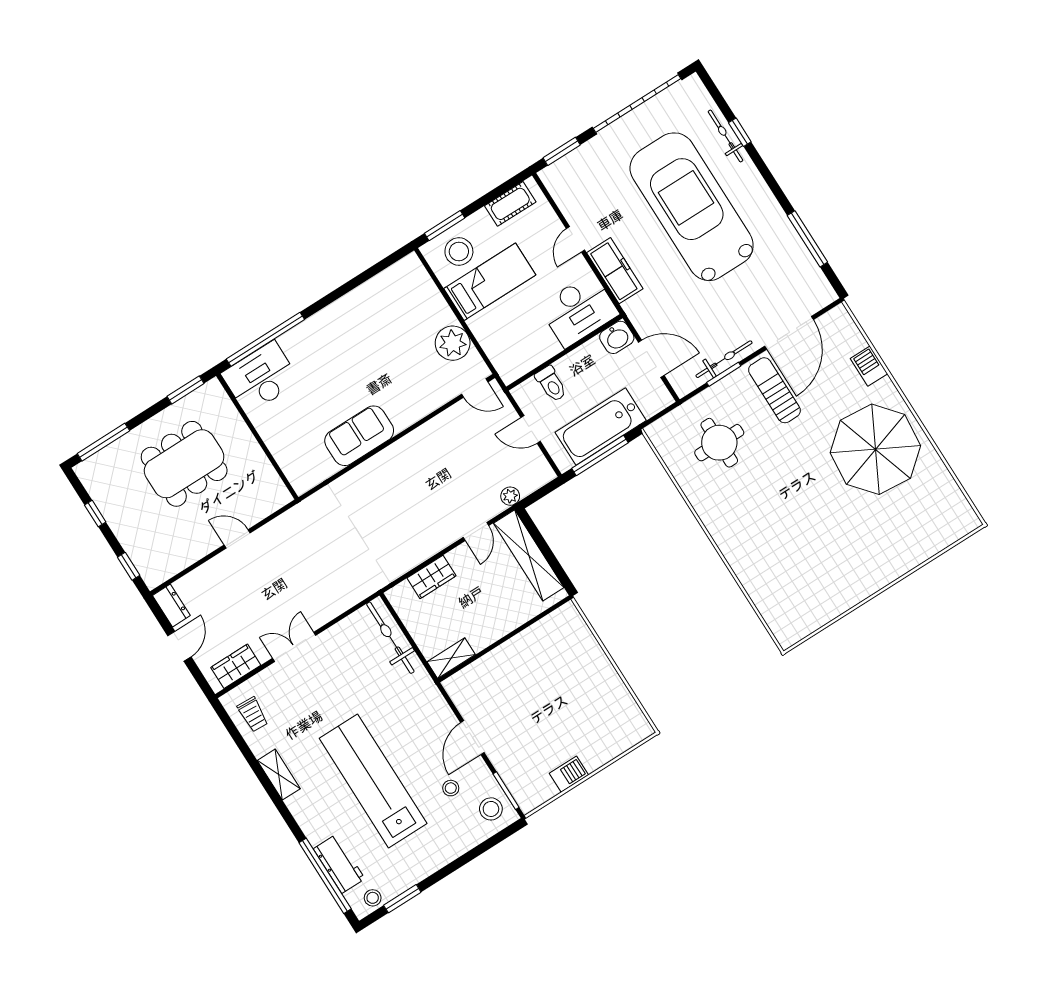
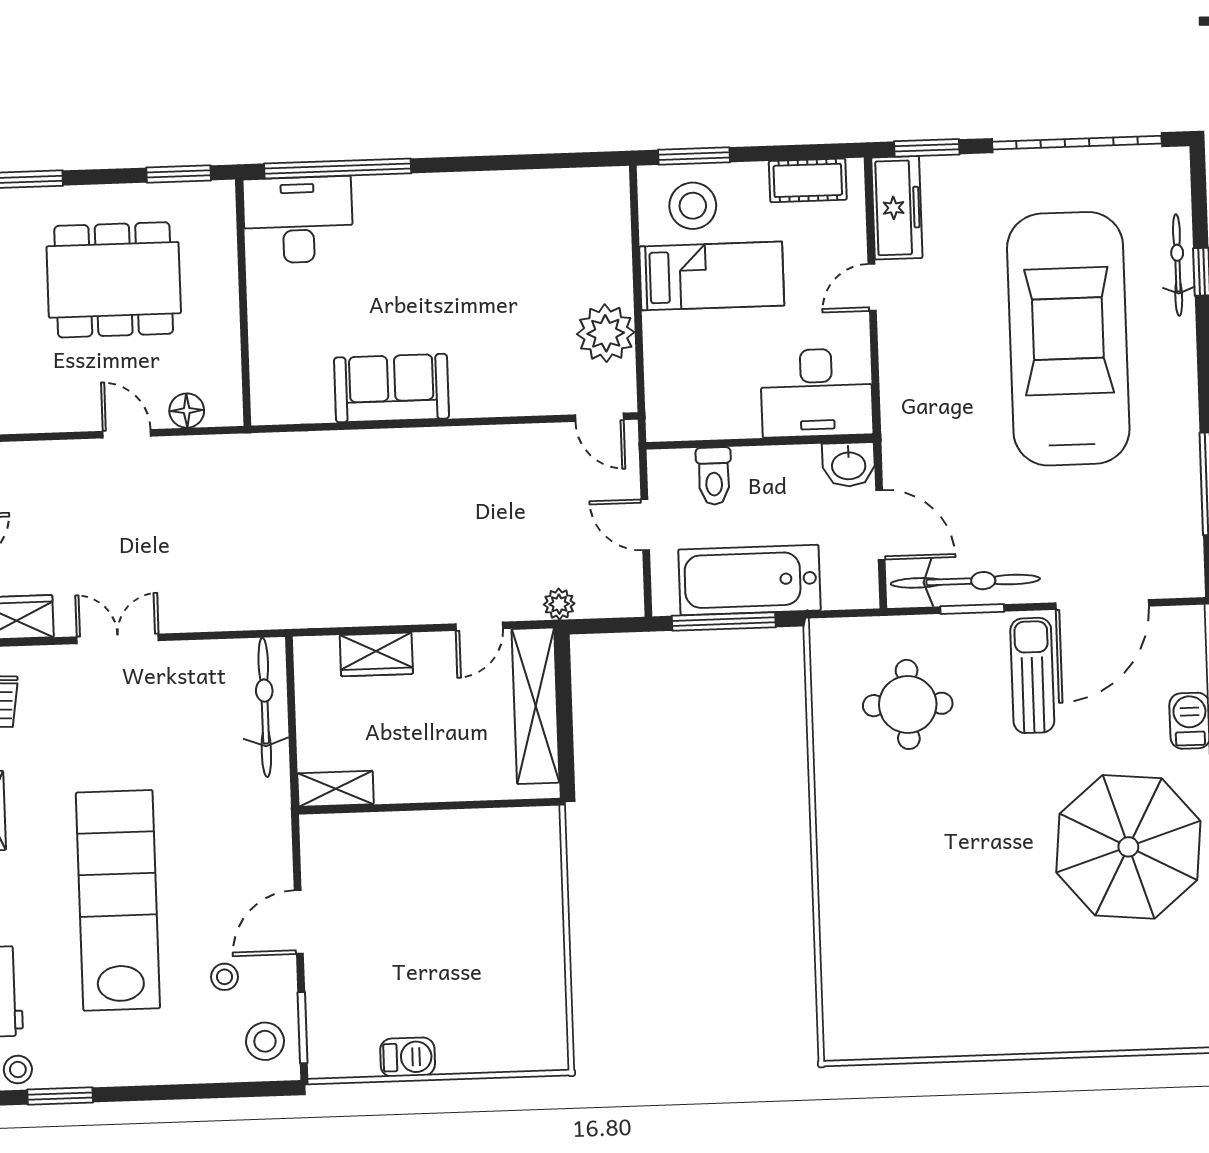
freezer: (615, 271) -> (897, 208), moved
bicycle: (724, 359) -> (965, 581), width x1.37, depth x1.40
floor lamp: (261, 509) -> (187, 411), added

